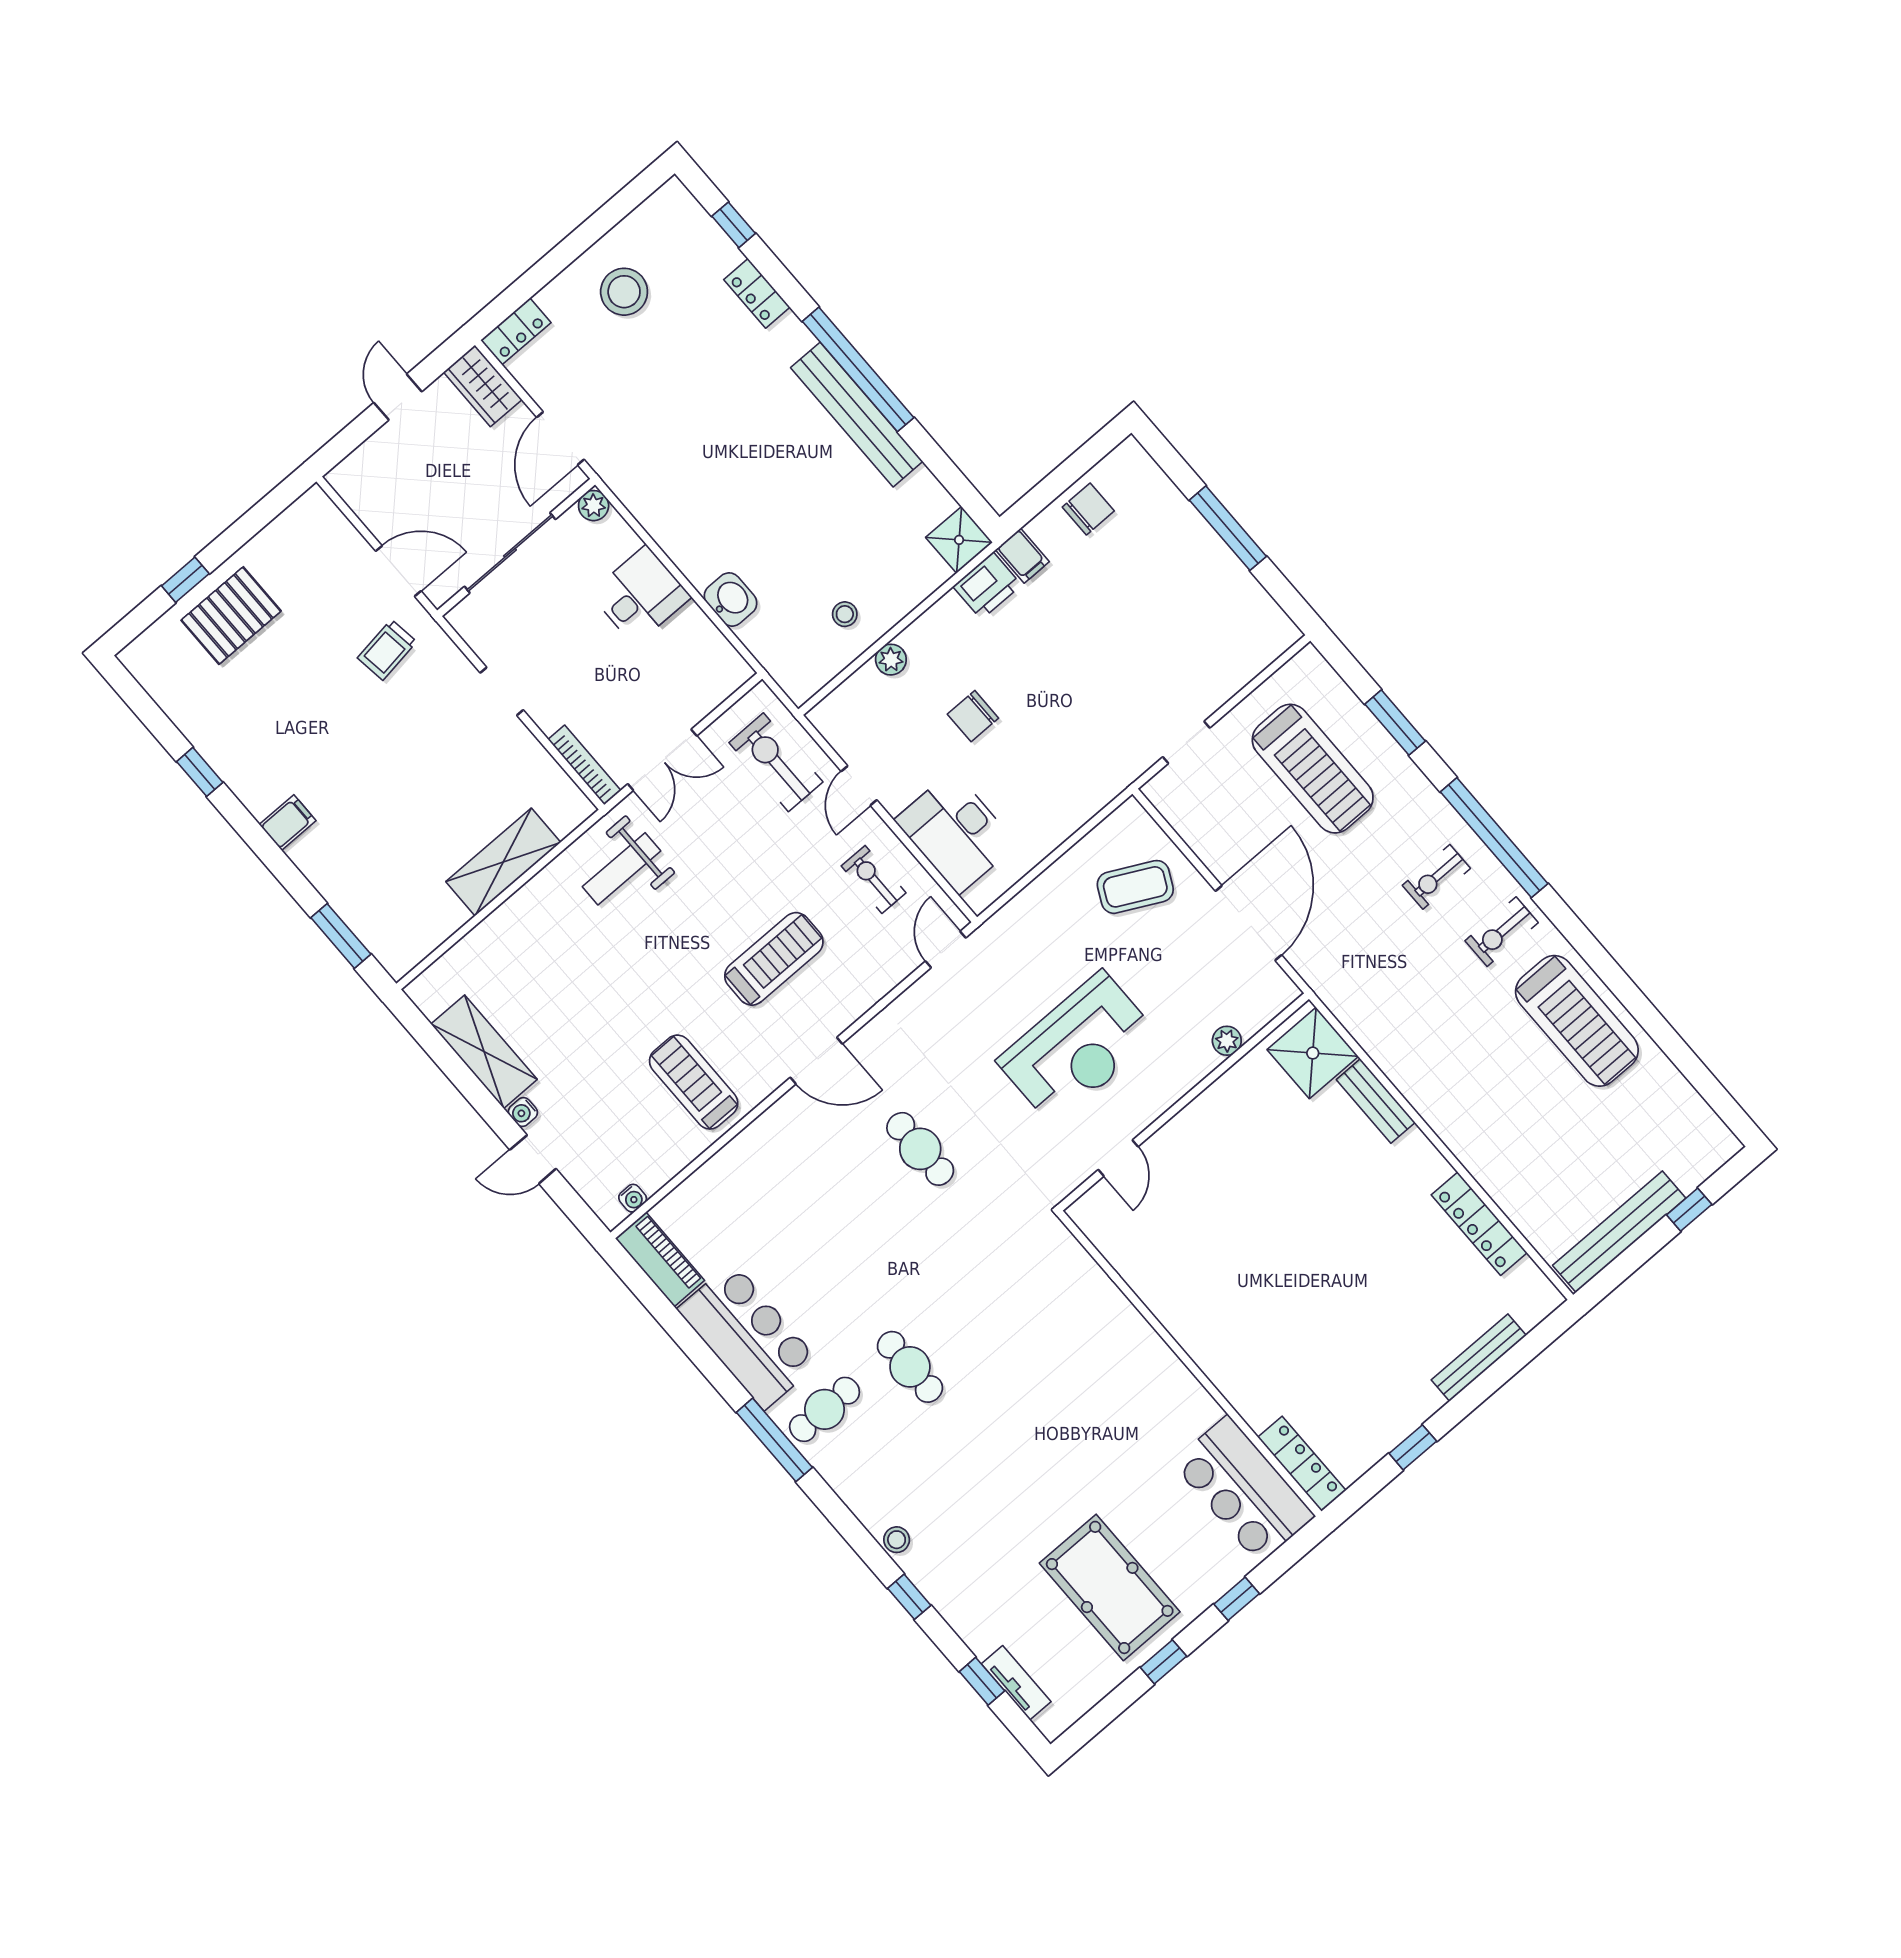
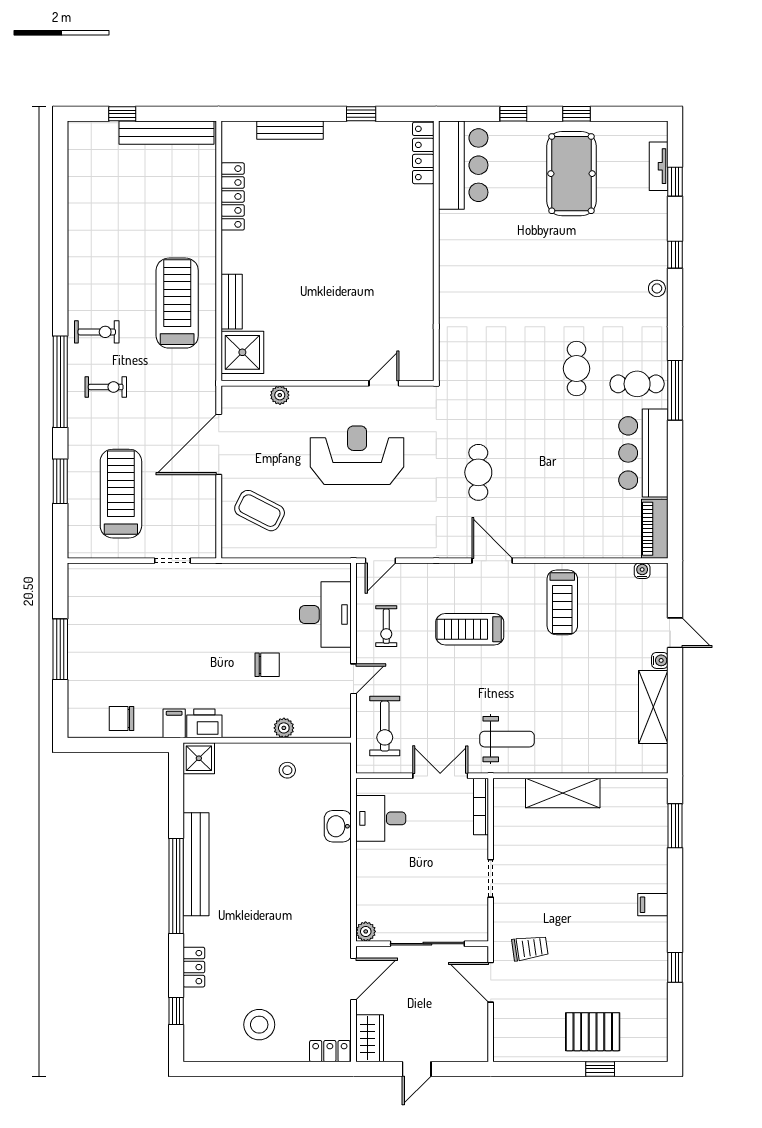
desk: (640, 595) -> (381, 818), moved
treadmill: (1577, 1021) -> (177, 303), moved

